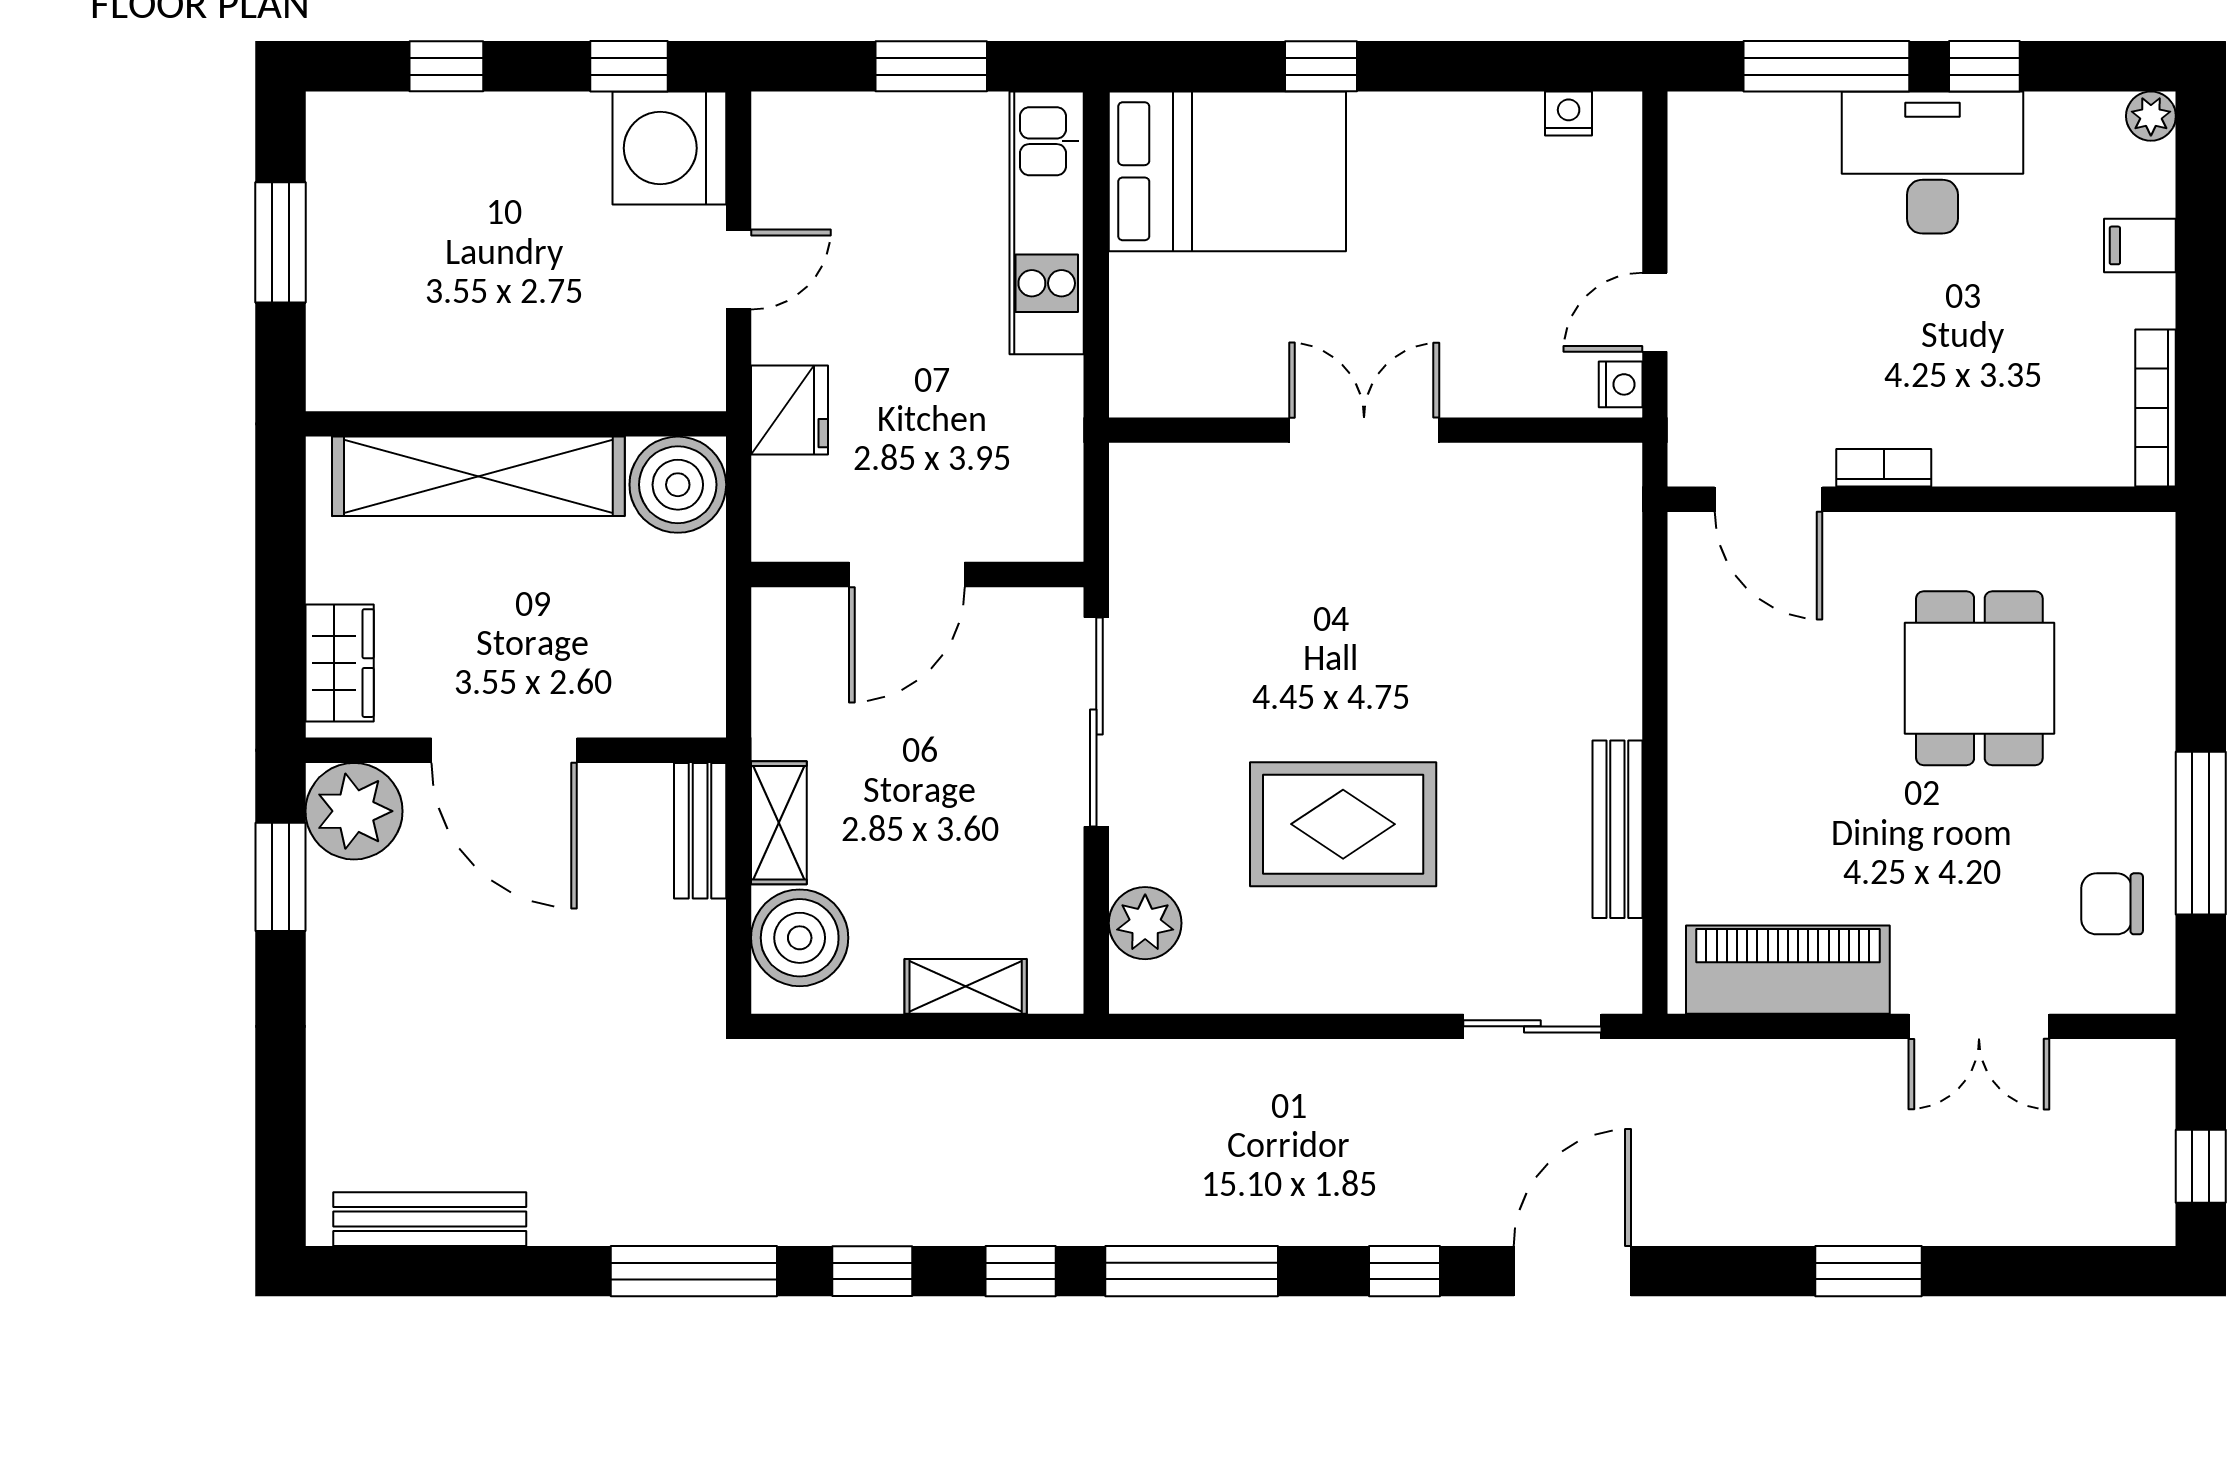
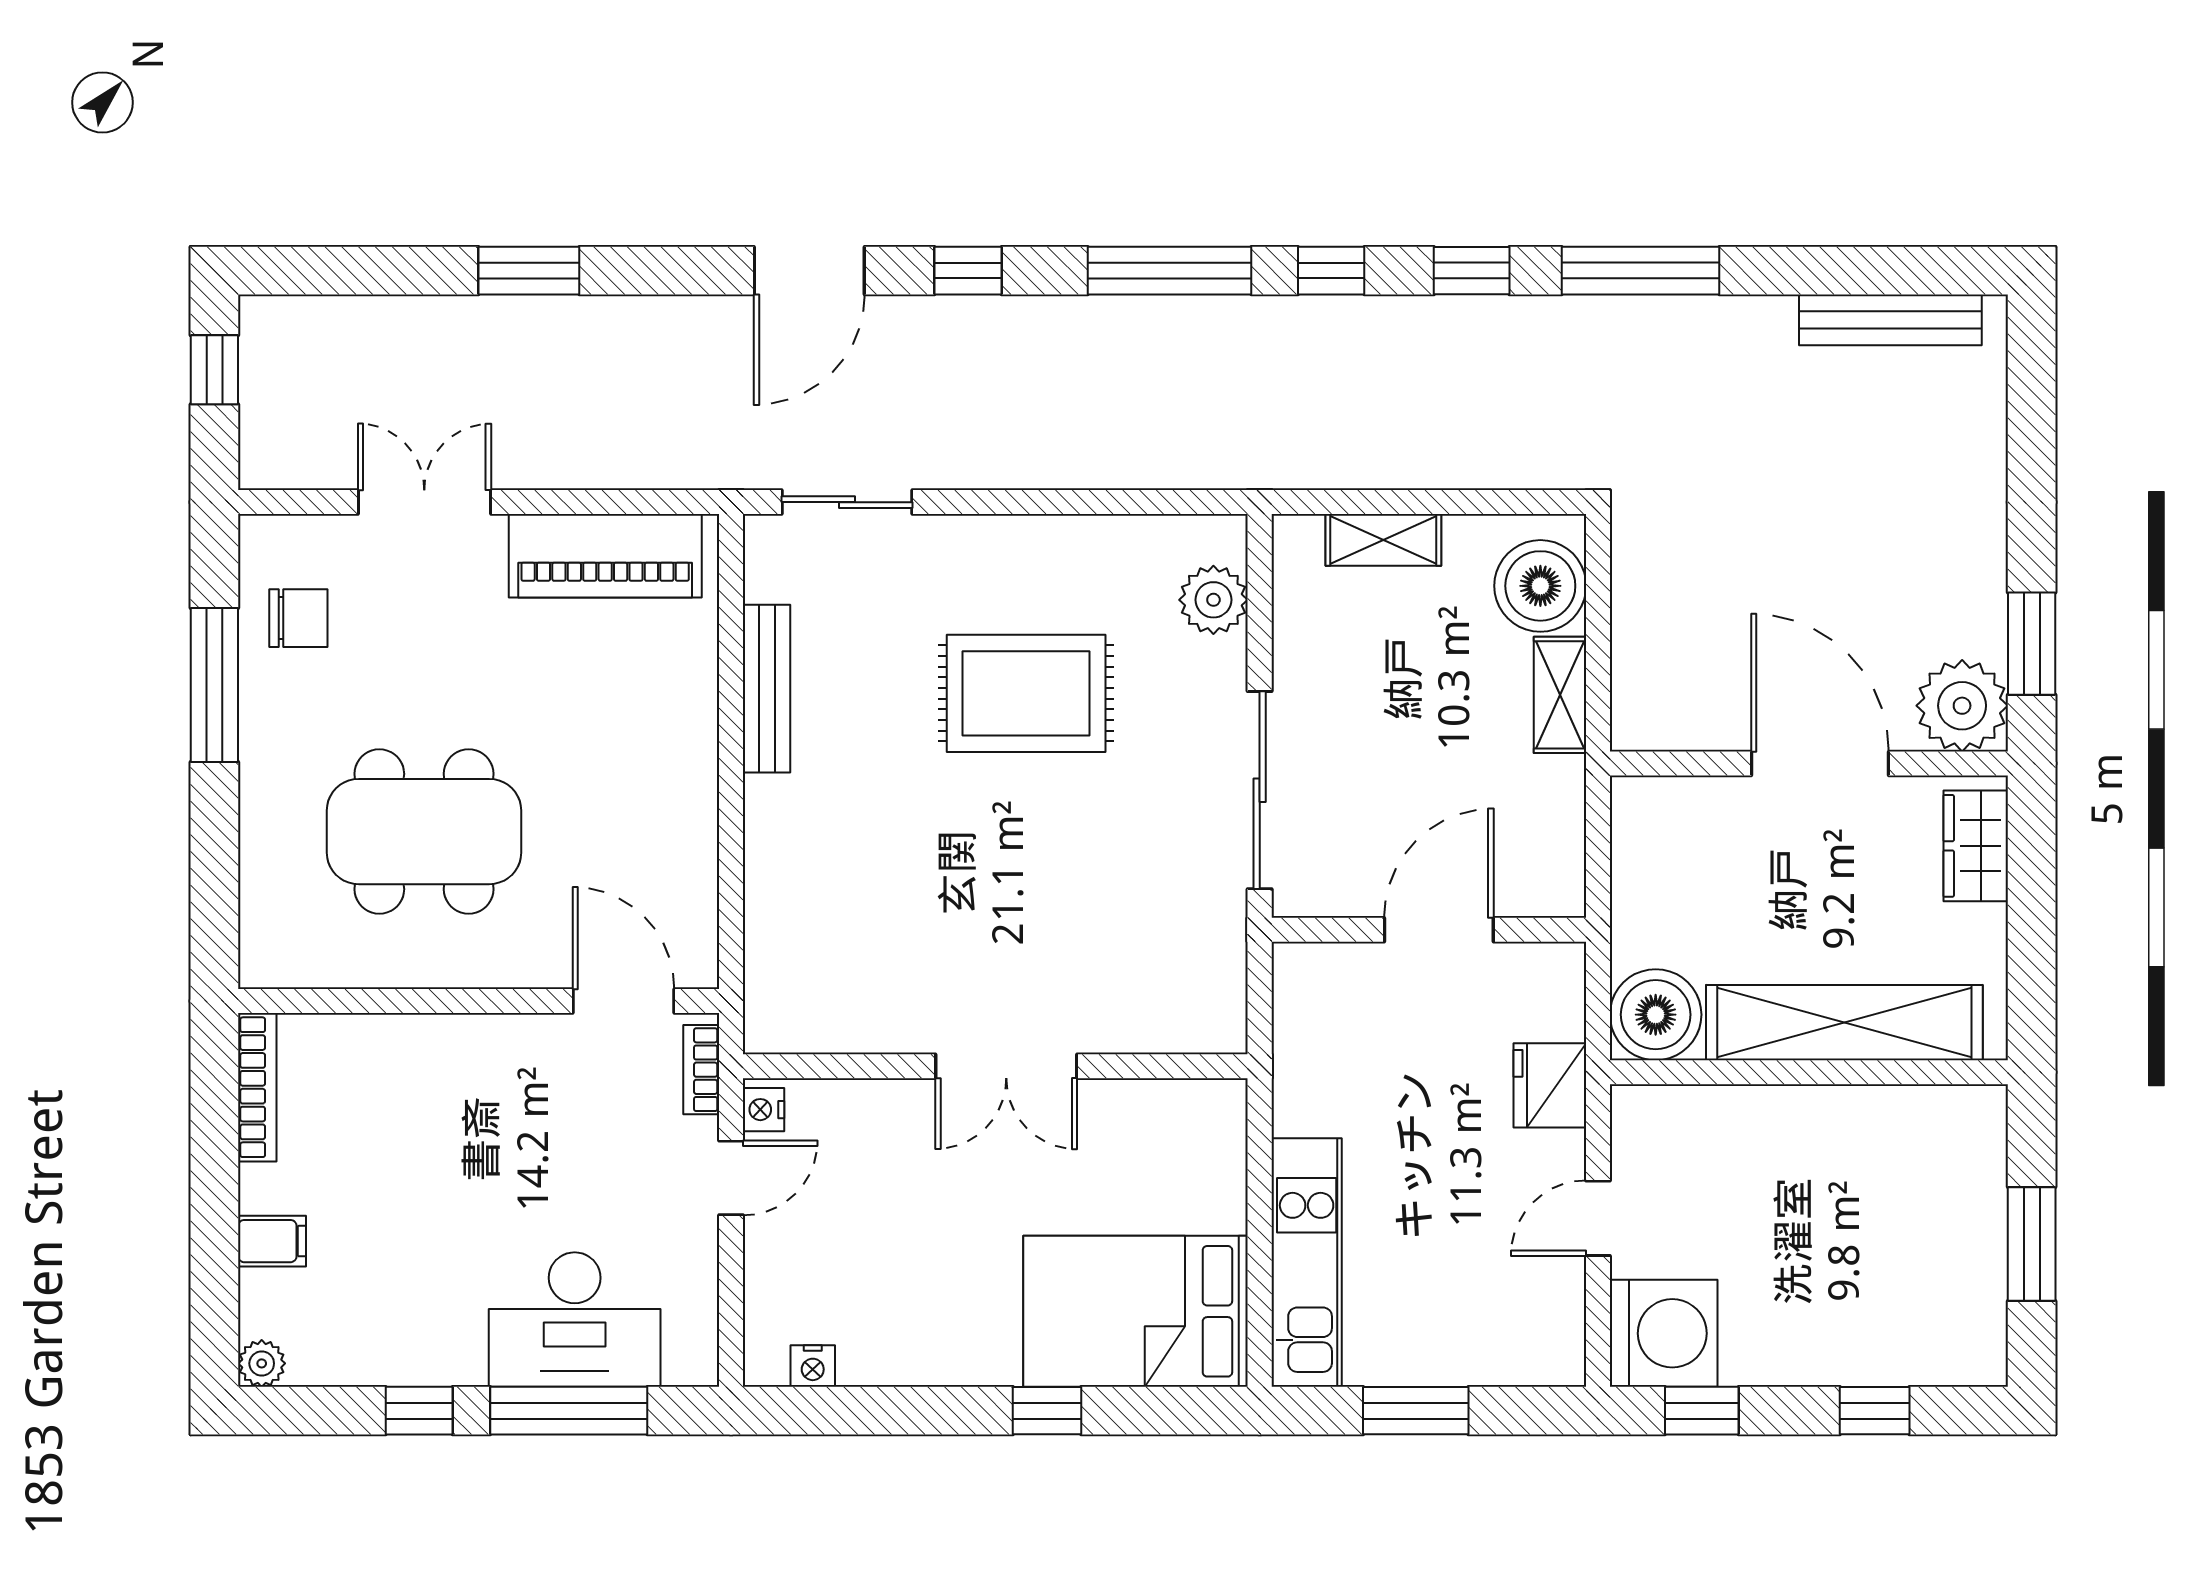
desk: (1932, 162) -> (575, 1320), moved
bookcase: (1884, 468) -> (701, 1070), moved, turned 90
dining table: (1979, 678) -> (424, 832), width x1.38
bench: (700, 831) -> (1635, 687), removed

